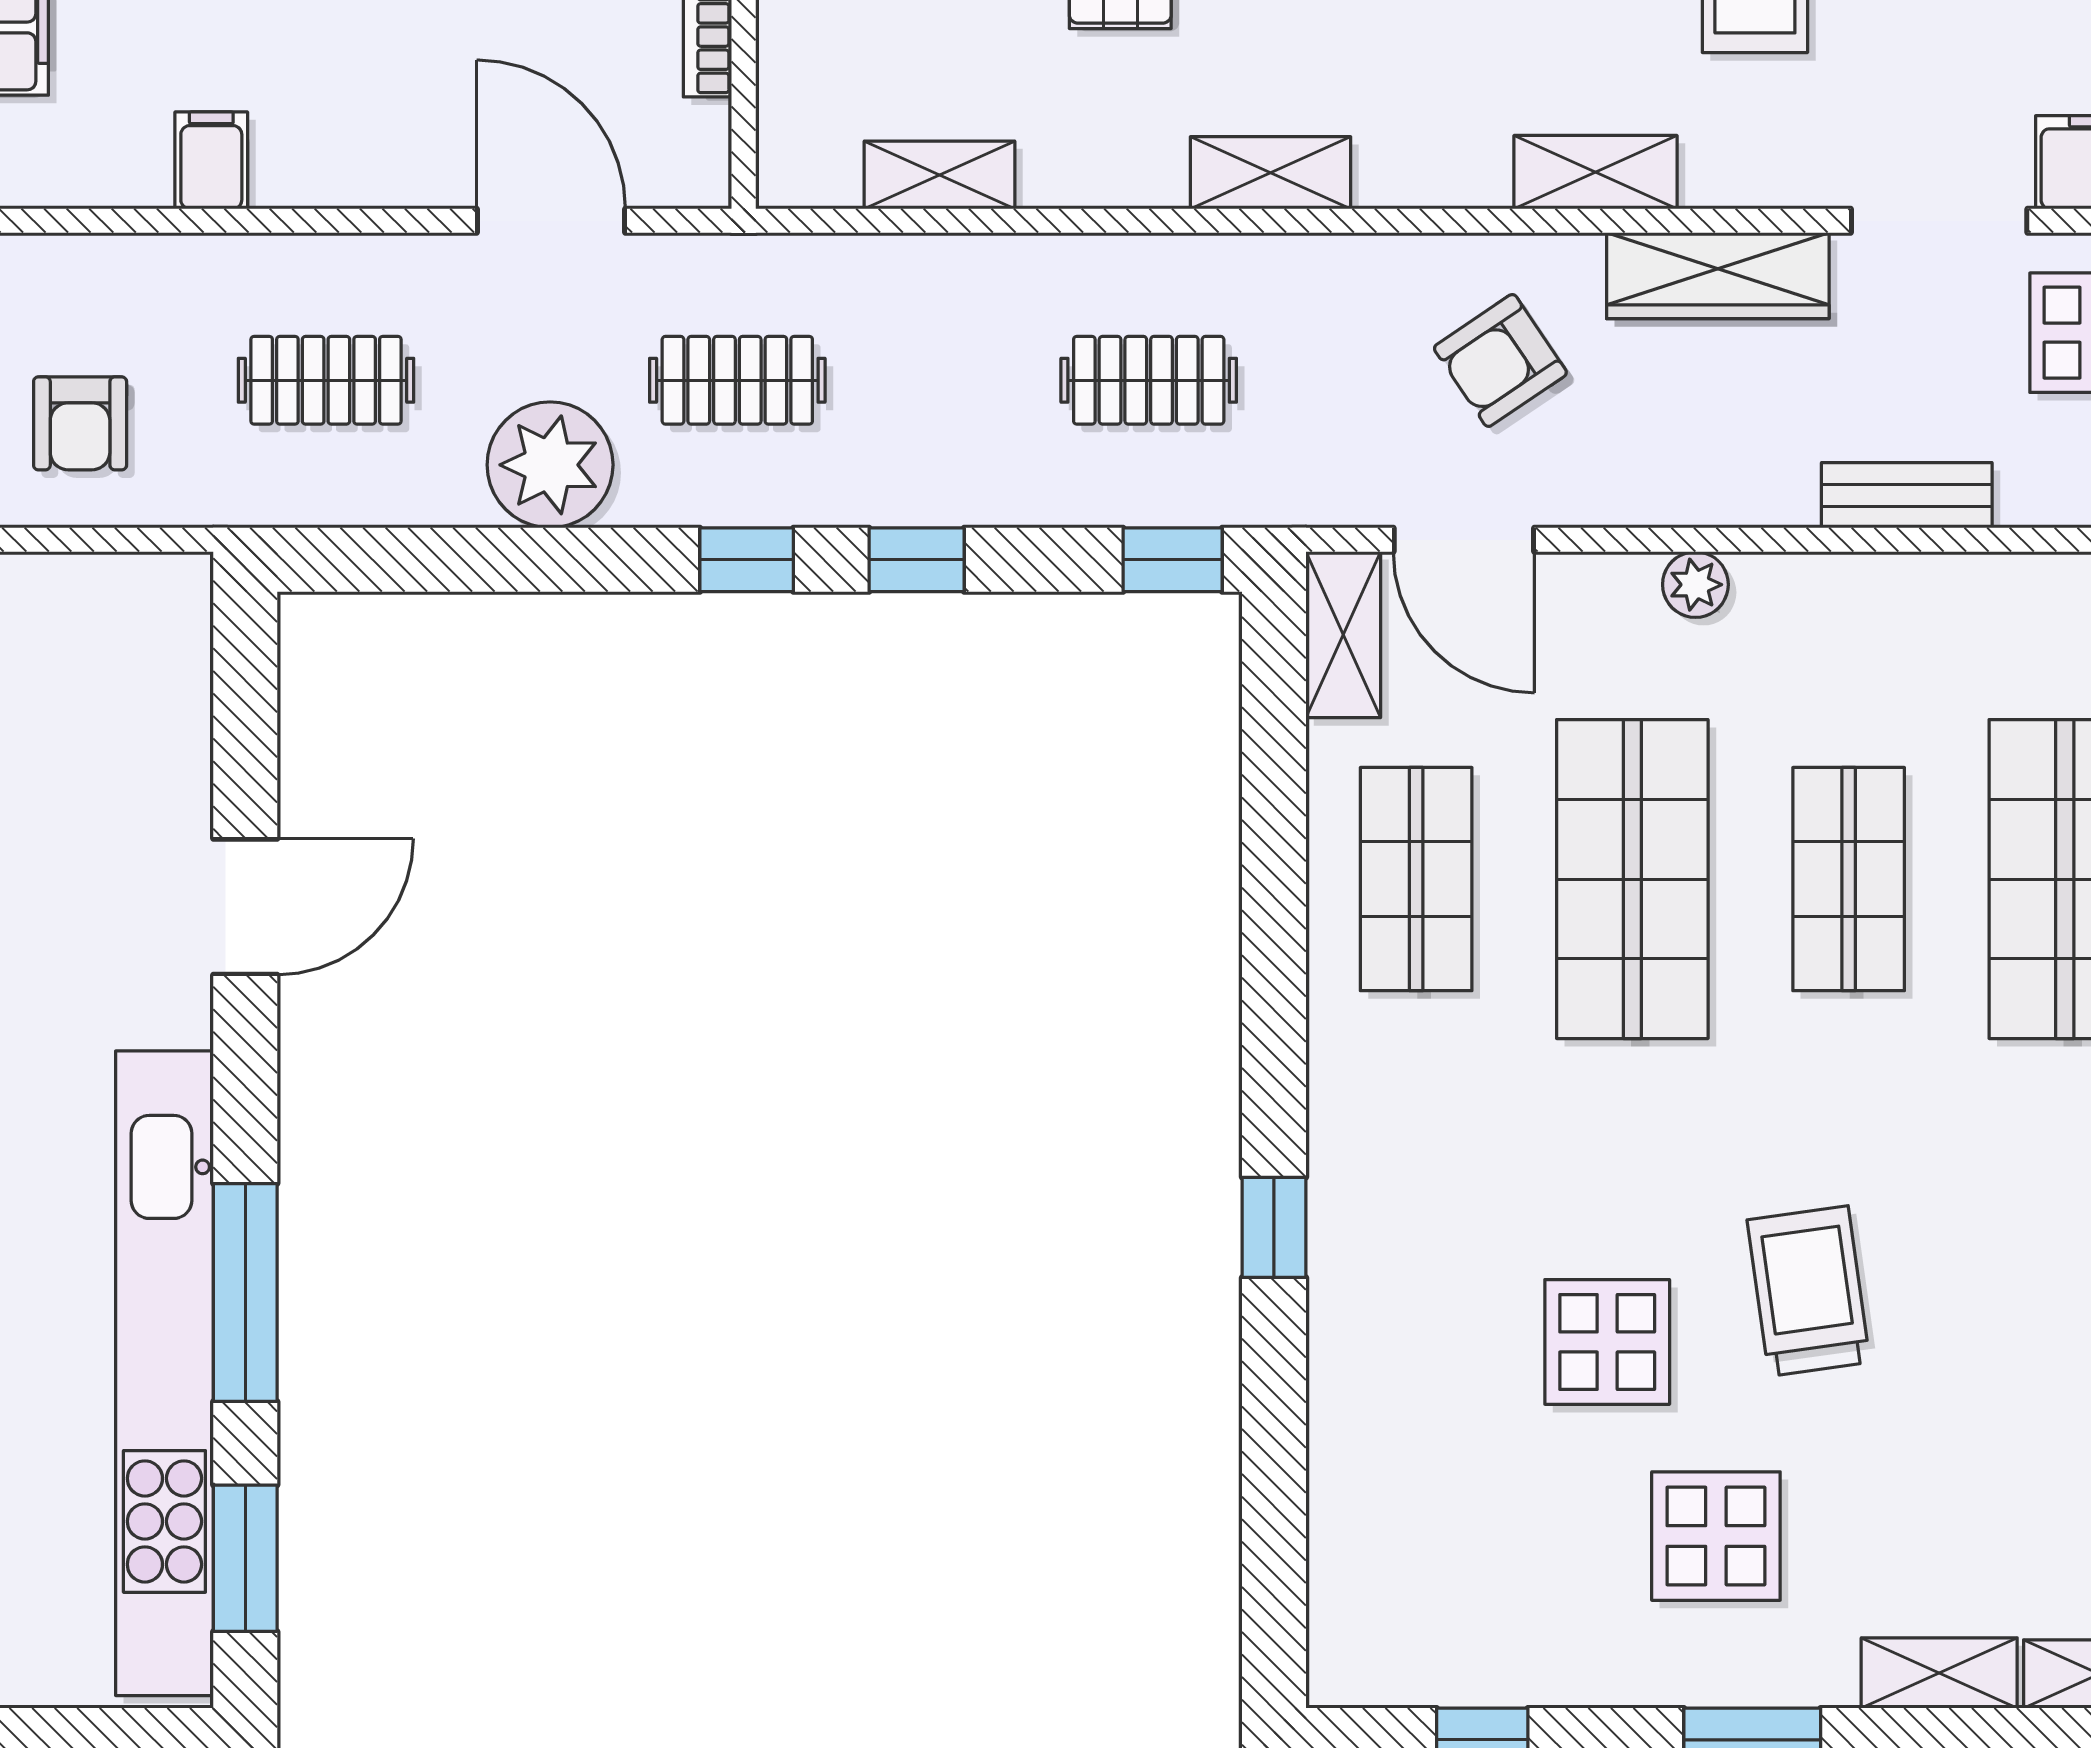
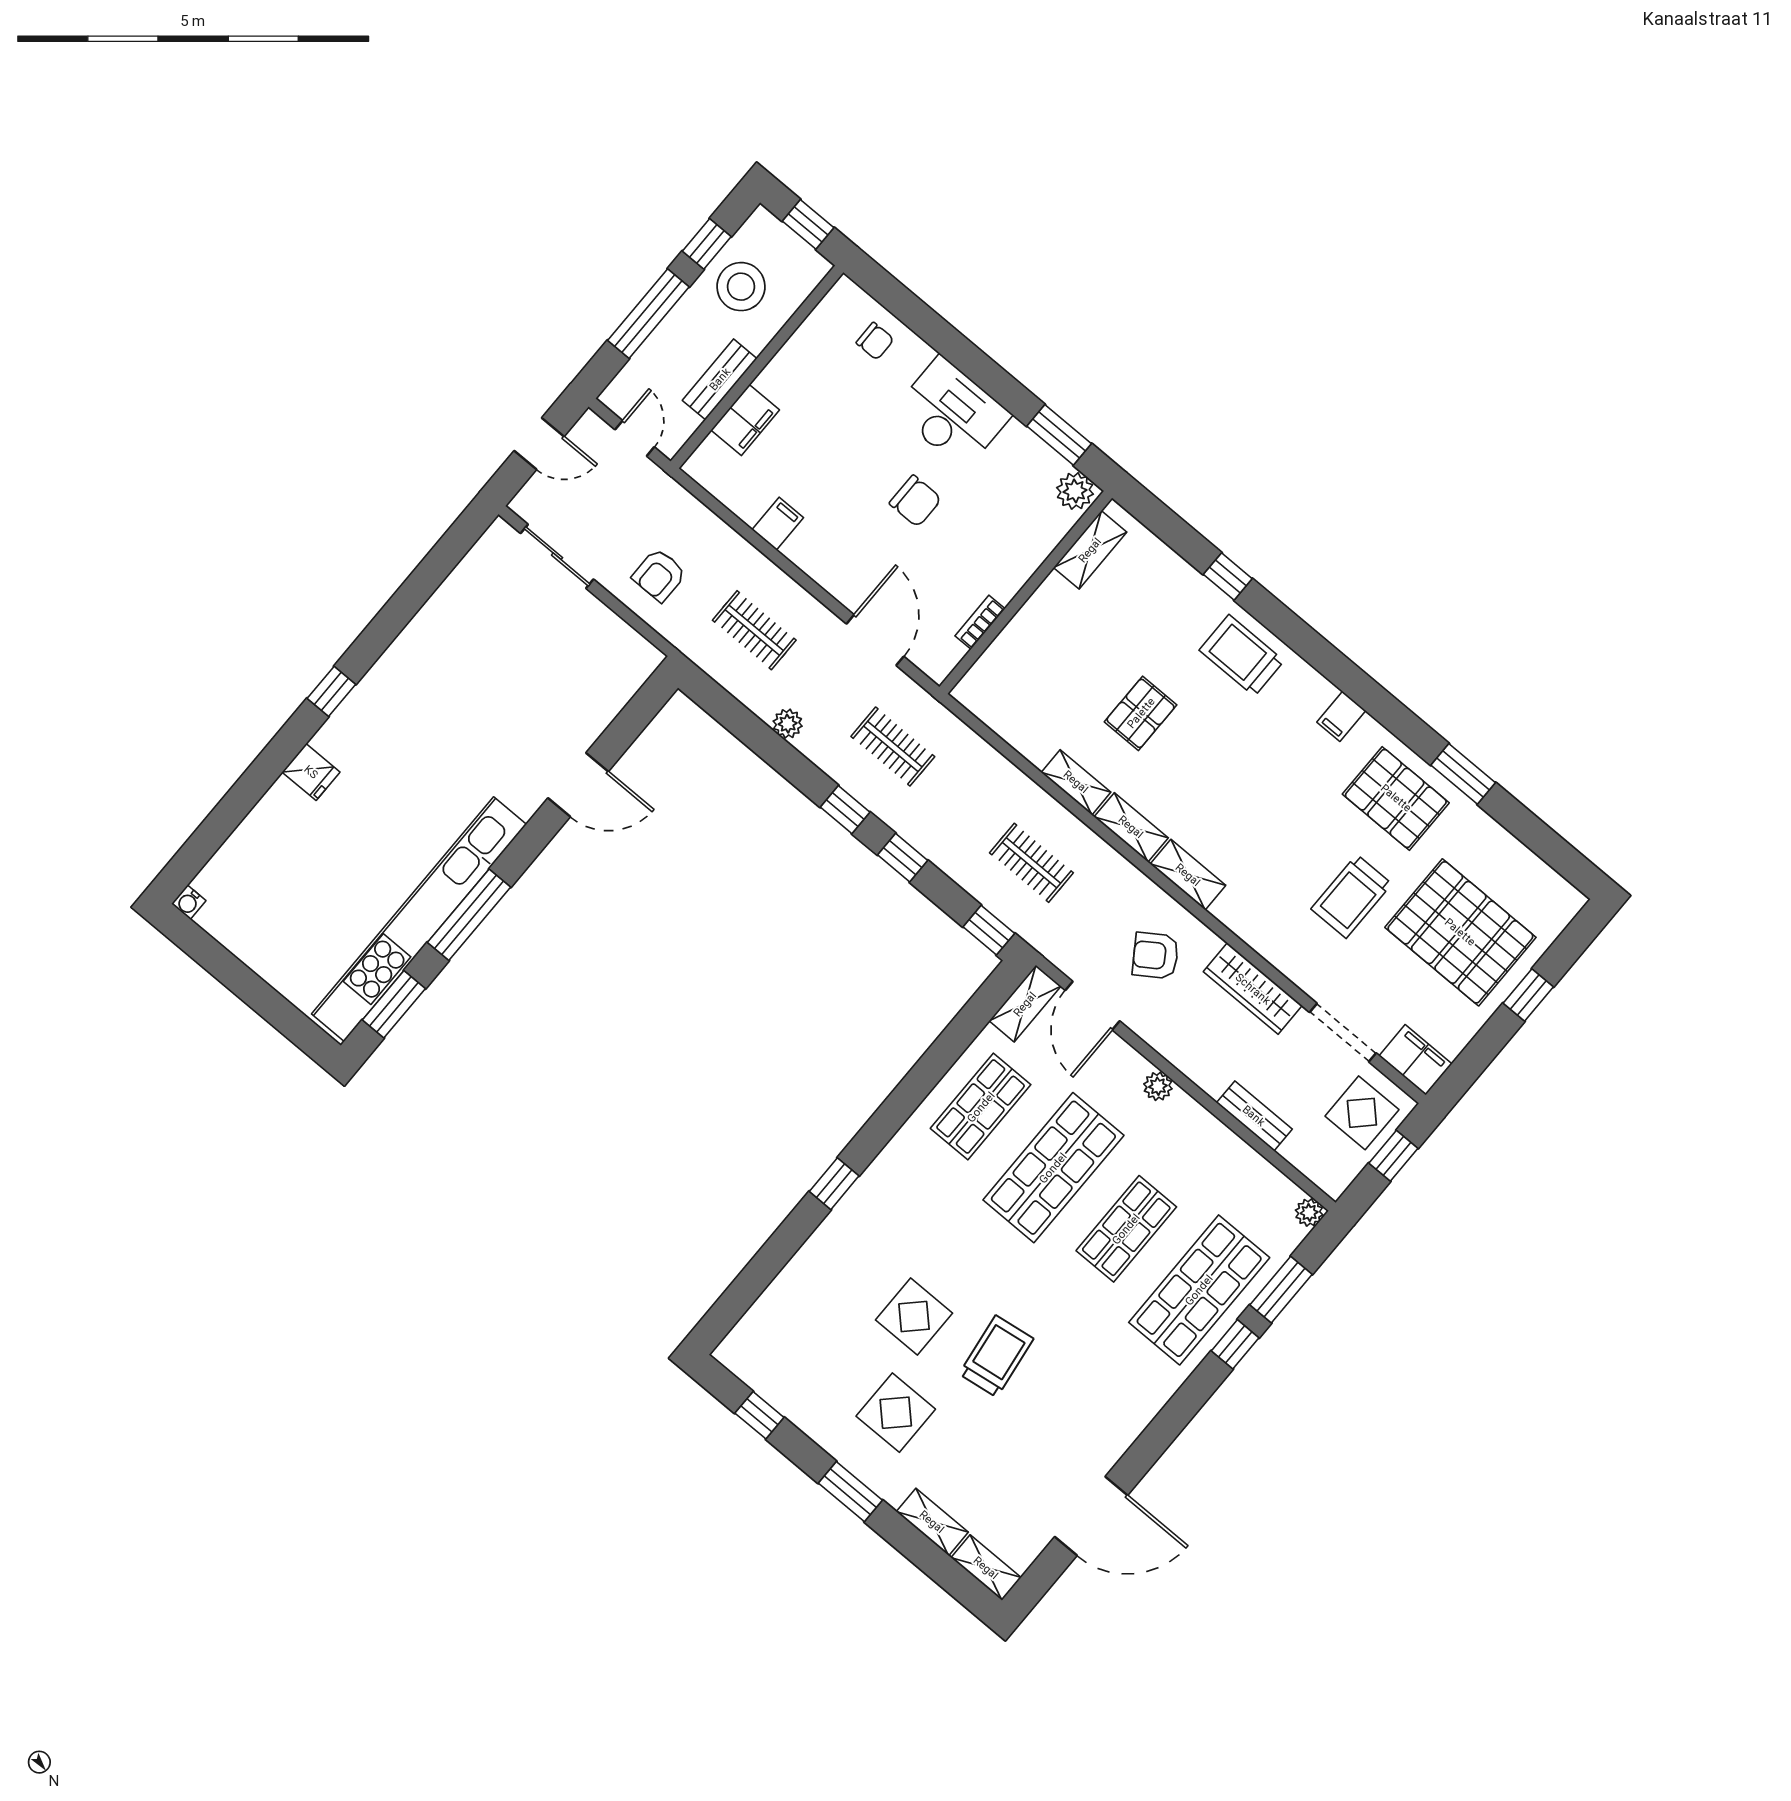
shelving: (1596, 172) -> (1188, 875), moved
shelving: (939, 175) -> (1076, 782), moved
plant: (550, 465) -> (788, 724), width x0.53, depth x0.53

